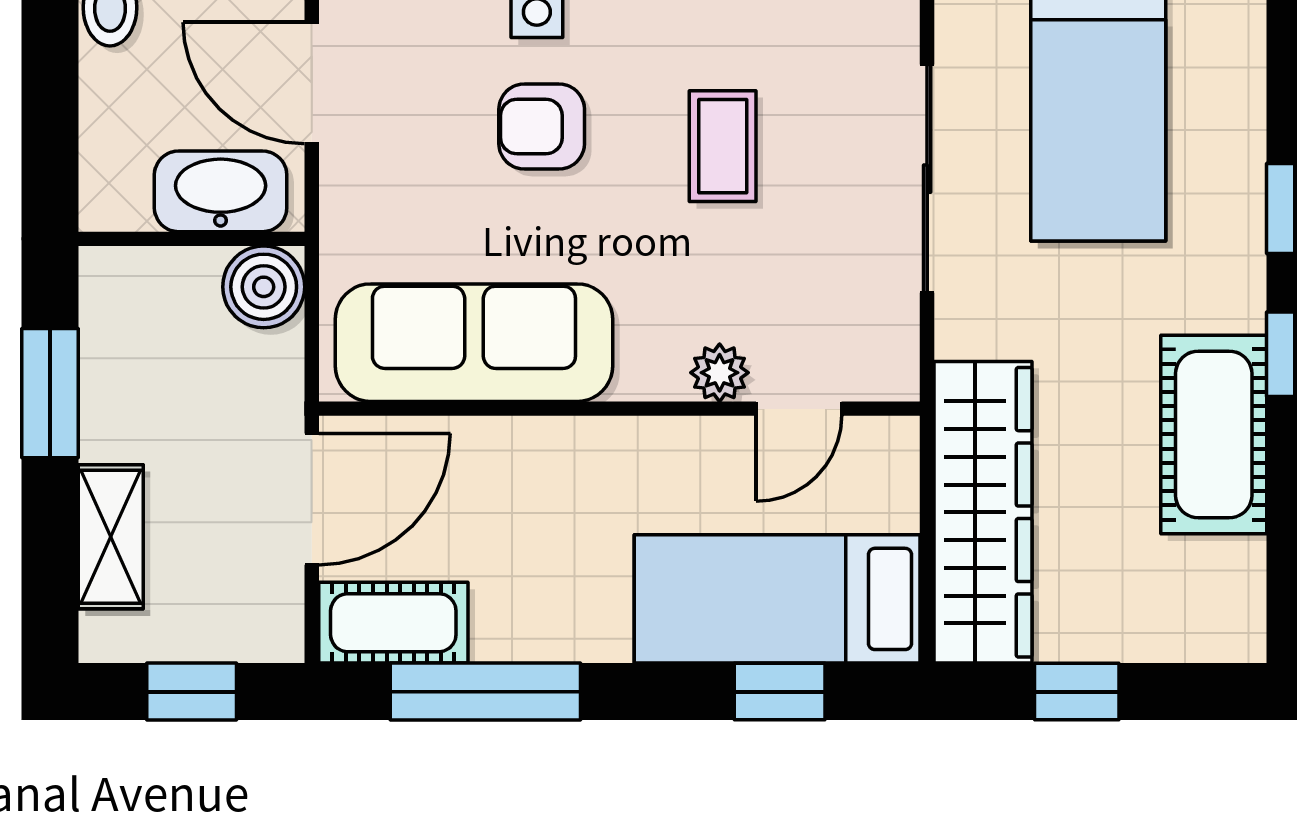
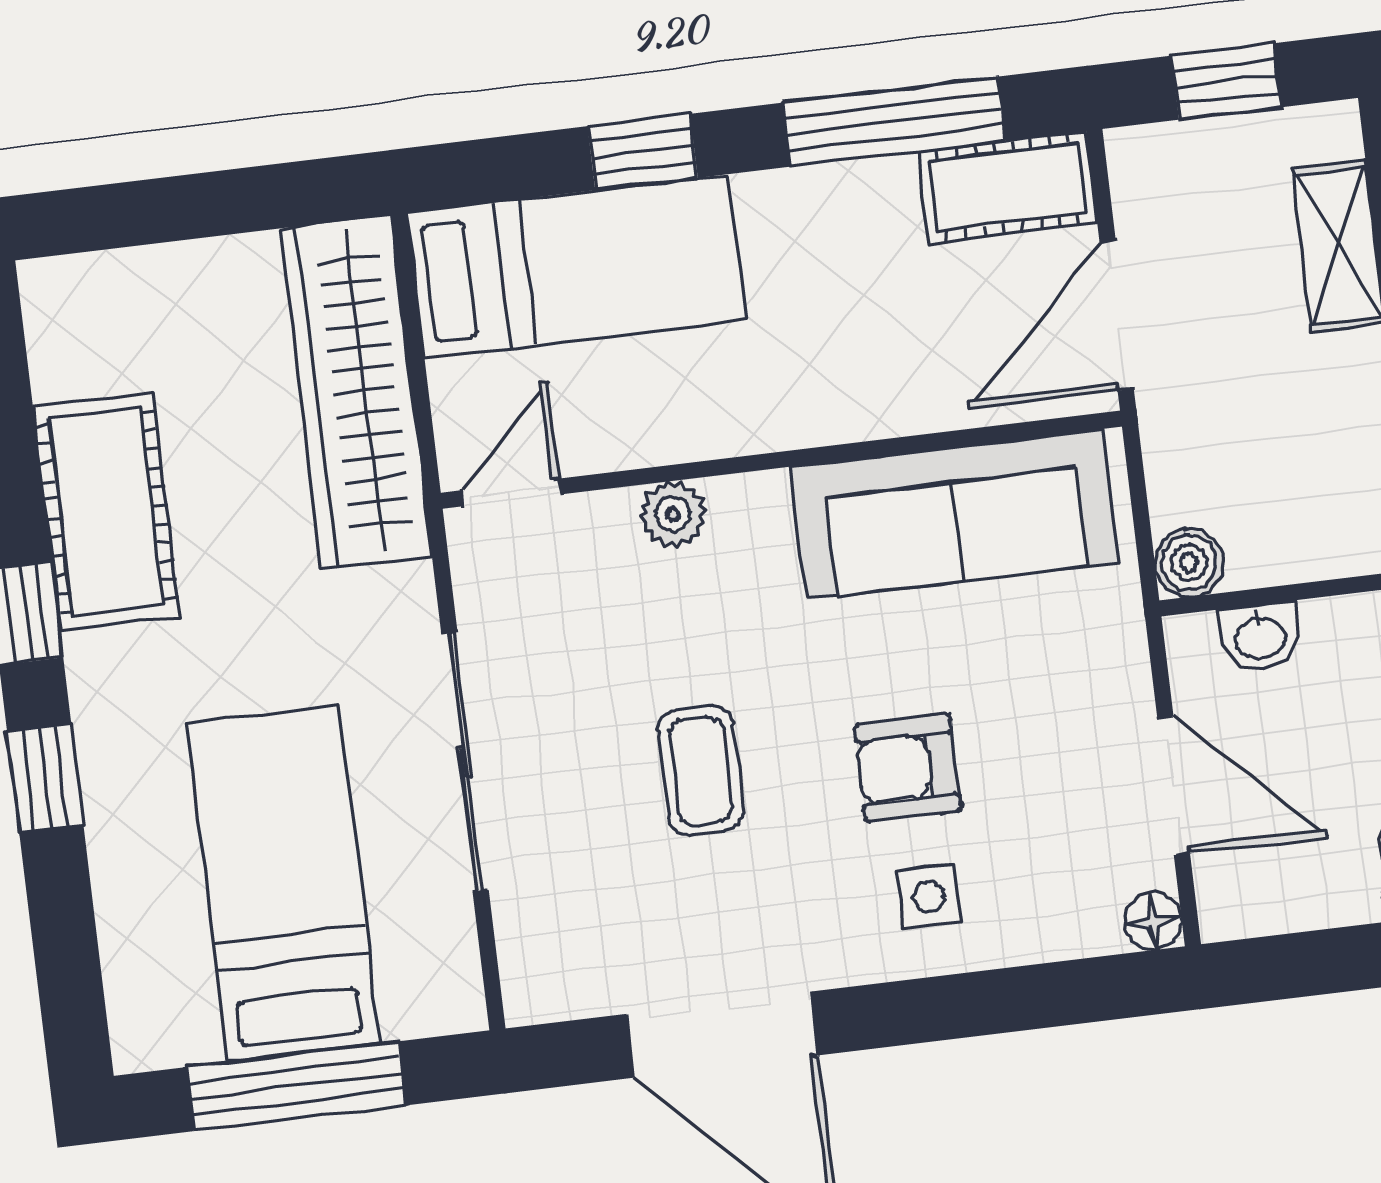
armchair: (542, 127) -> (908, 768), turned 180
washbasin: (221, 191) -> (1260, 637), width x0.52, depth x0.69
boiler: (264, 287) -> (1189, 562), width x0.73, depth x0.73
door: (799, 409) -> (511, 492), moved
window: (780, 692) -> (643, 152), moved
window: (1077, 692) -> (226, 202), removed

